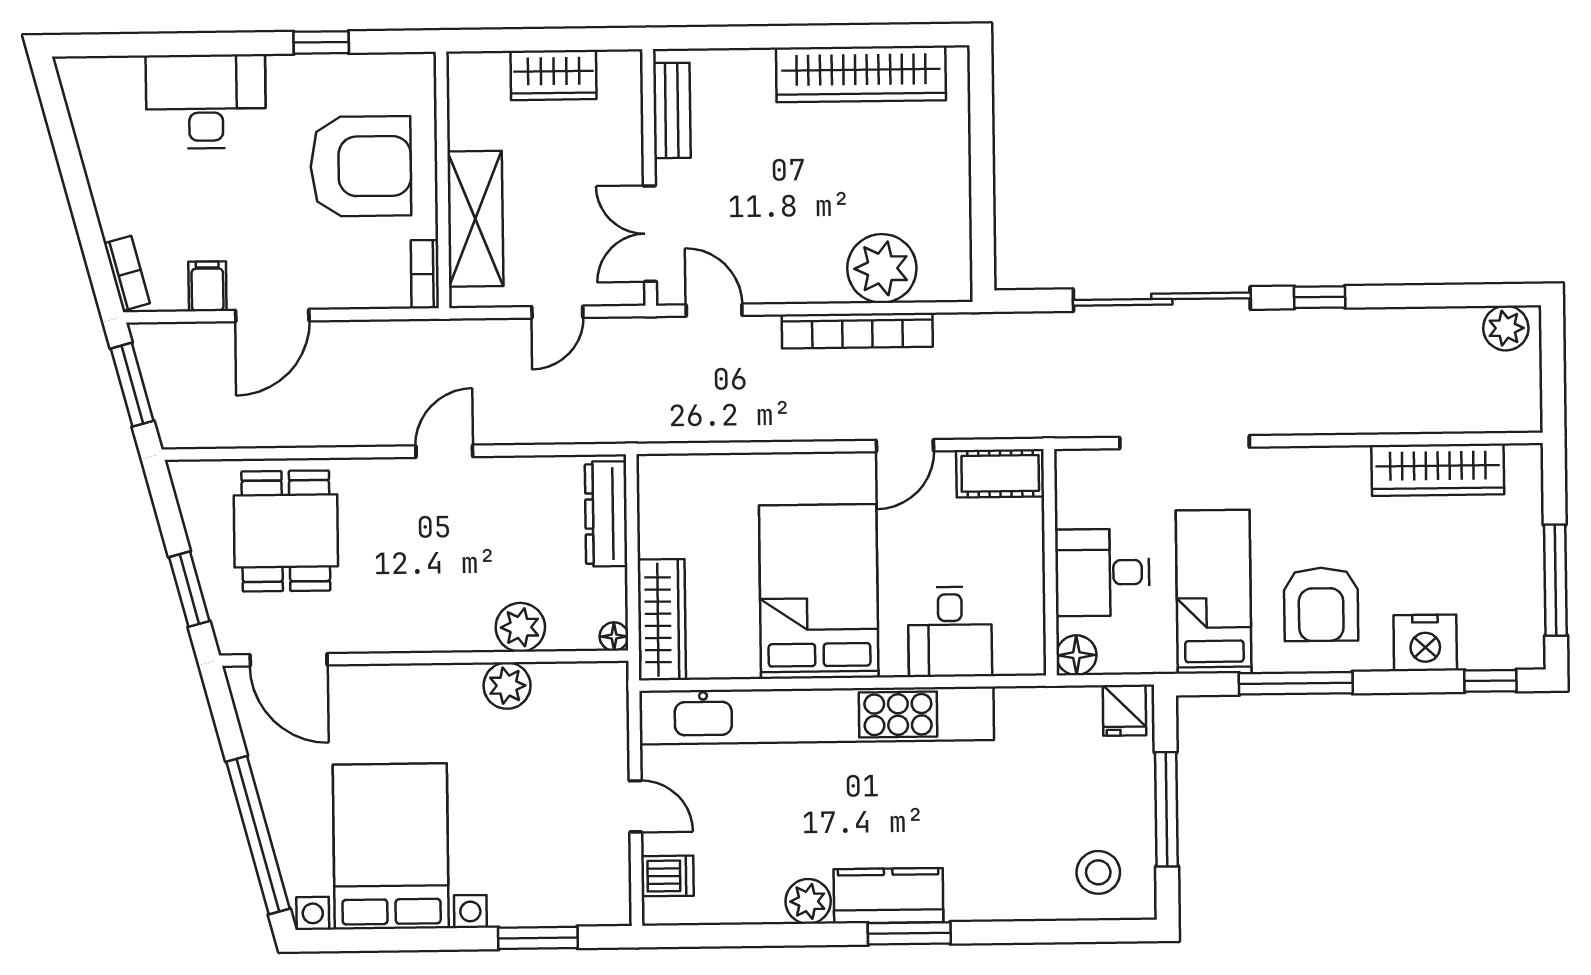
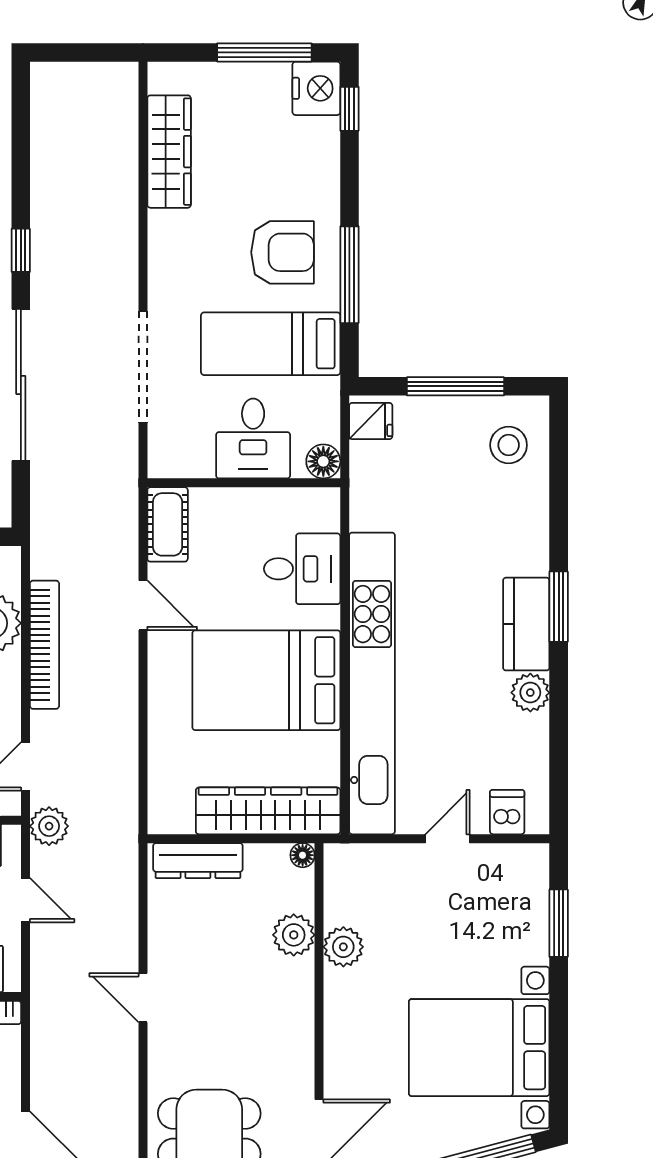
plant: (1506, 328) -> (49, 826), moved
wardrobe: (662, 620) -> (268, 811), width x1.40, depth x1.17
nightstand: (1425, 643) -> (316, 88), moved

